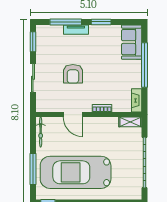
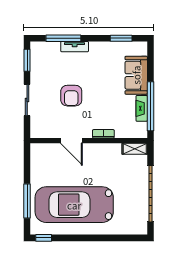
window: (101, 22) -> (121, 38), moved
sofa: (132, 42) -> (136, 75), moved
window: (144, 65) -> (150, 106), moved
fireplace: (137, 100) -> (142, 108), moved
bicycle: (41, 132) -> (36, 160), removed

